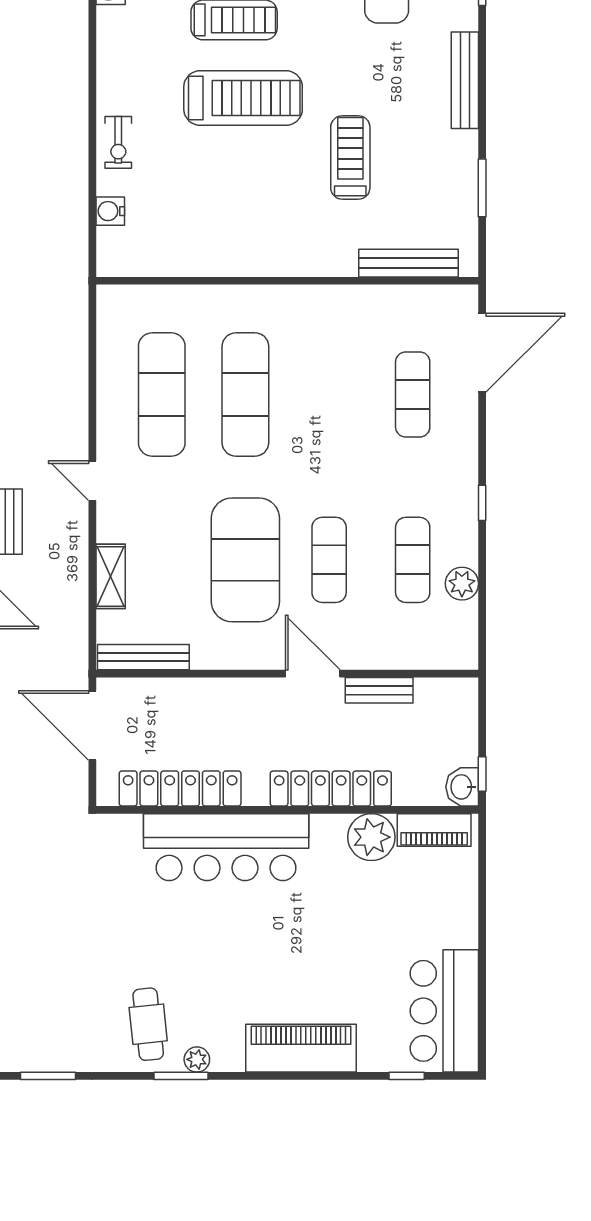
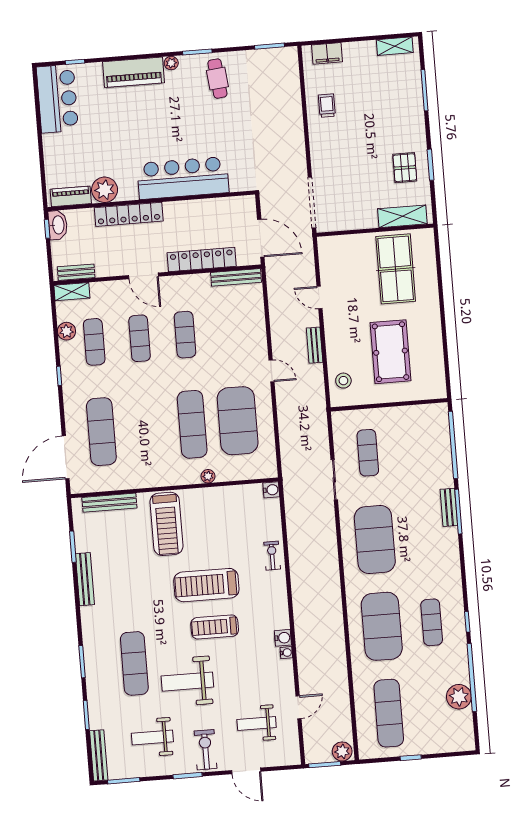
bench: (465, 80) -> (85, 579), moved
treadmill: (350, 157) -> (167, 524), moved, width x1.37, depth x1.37
water cooler: (110, 211) -> (271, 490), moved
plant: (224, 297) -> (208, 476), added
exercise mat: (162, 395) -> (238, 421), width x1.47
exercise mat: (413, 395) -> (101, 432), width x1.36, depth x1.45
exercise mat: (245, 560) -> (185, 335), width x0.50, depth x0.69
shelving: (111, 576) -> (72, 292), moved, turned 90
bench: (379, 690) -> (76, 272), moved
washbasin: (462, 787) -> (58, 225), width x1.38
locker: (180, 788) -> (202, 260), moved, turned 180
plant: (197, 1059) -> (171, 63), moved

